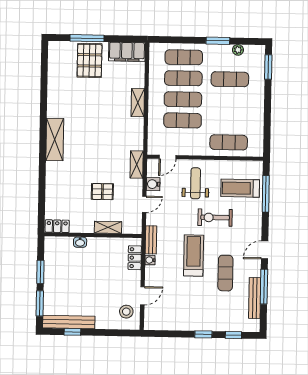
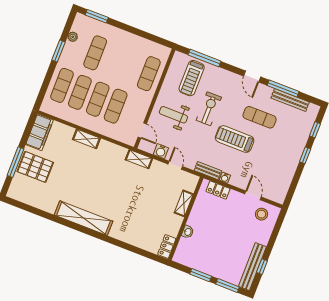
shelving: (55, 139) -> (84, 218), width x1.47
pallet: (102, 192) -> (151, 197), removed
exercise bike: (215, 218) -> (209, 109), turned 180

